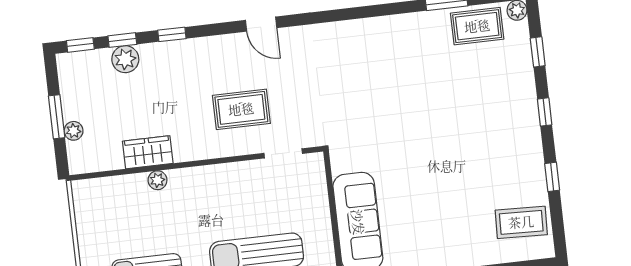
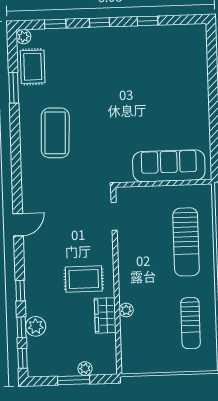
rug: (241, 109) -> (84, 279), moved, turned 90
coffee table: (521, 222) -> (55, 133), moved, width x1.36, depth x1.32

